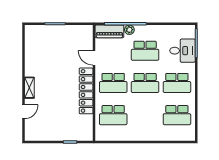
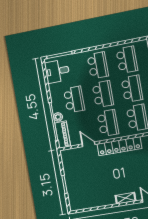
desk: (182, 51) -> (57, 71), moved, turned -90
door: (94, 58) -> (89, 144), swing flipped
school desk: (145, 115) -> (132, 89), added

